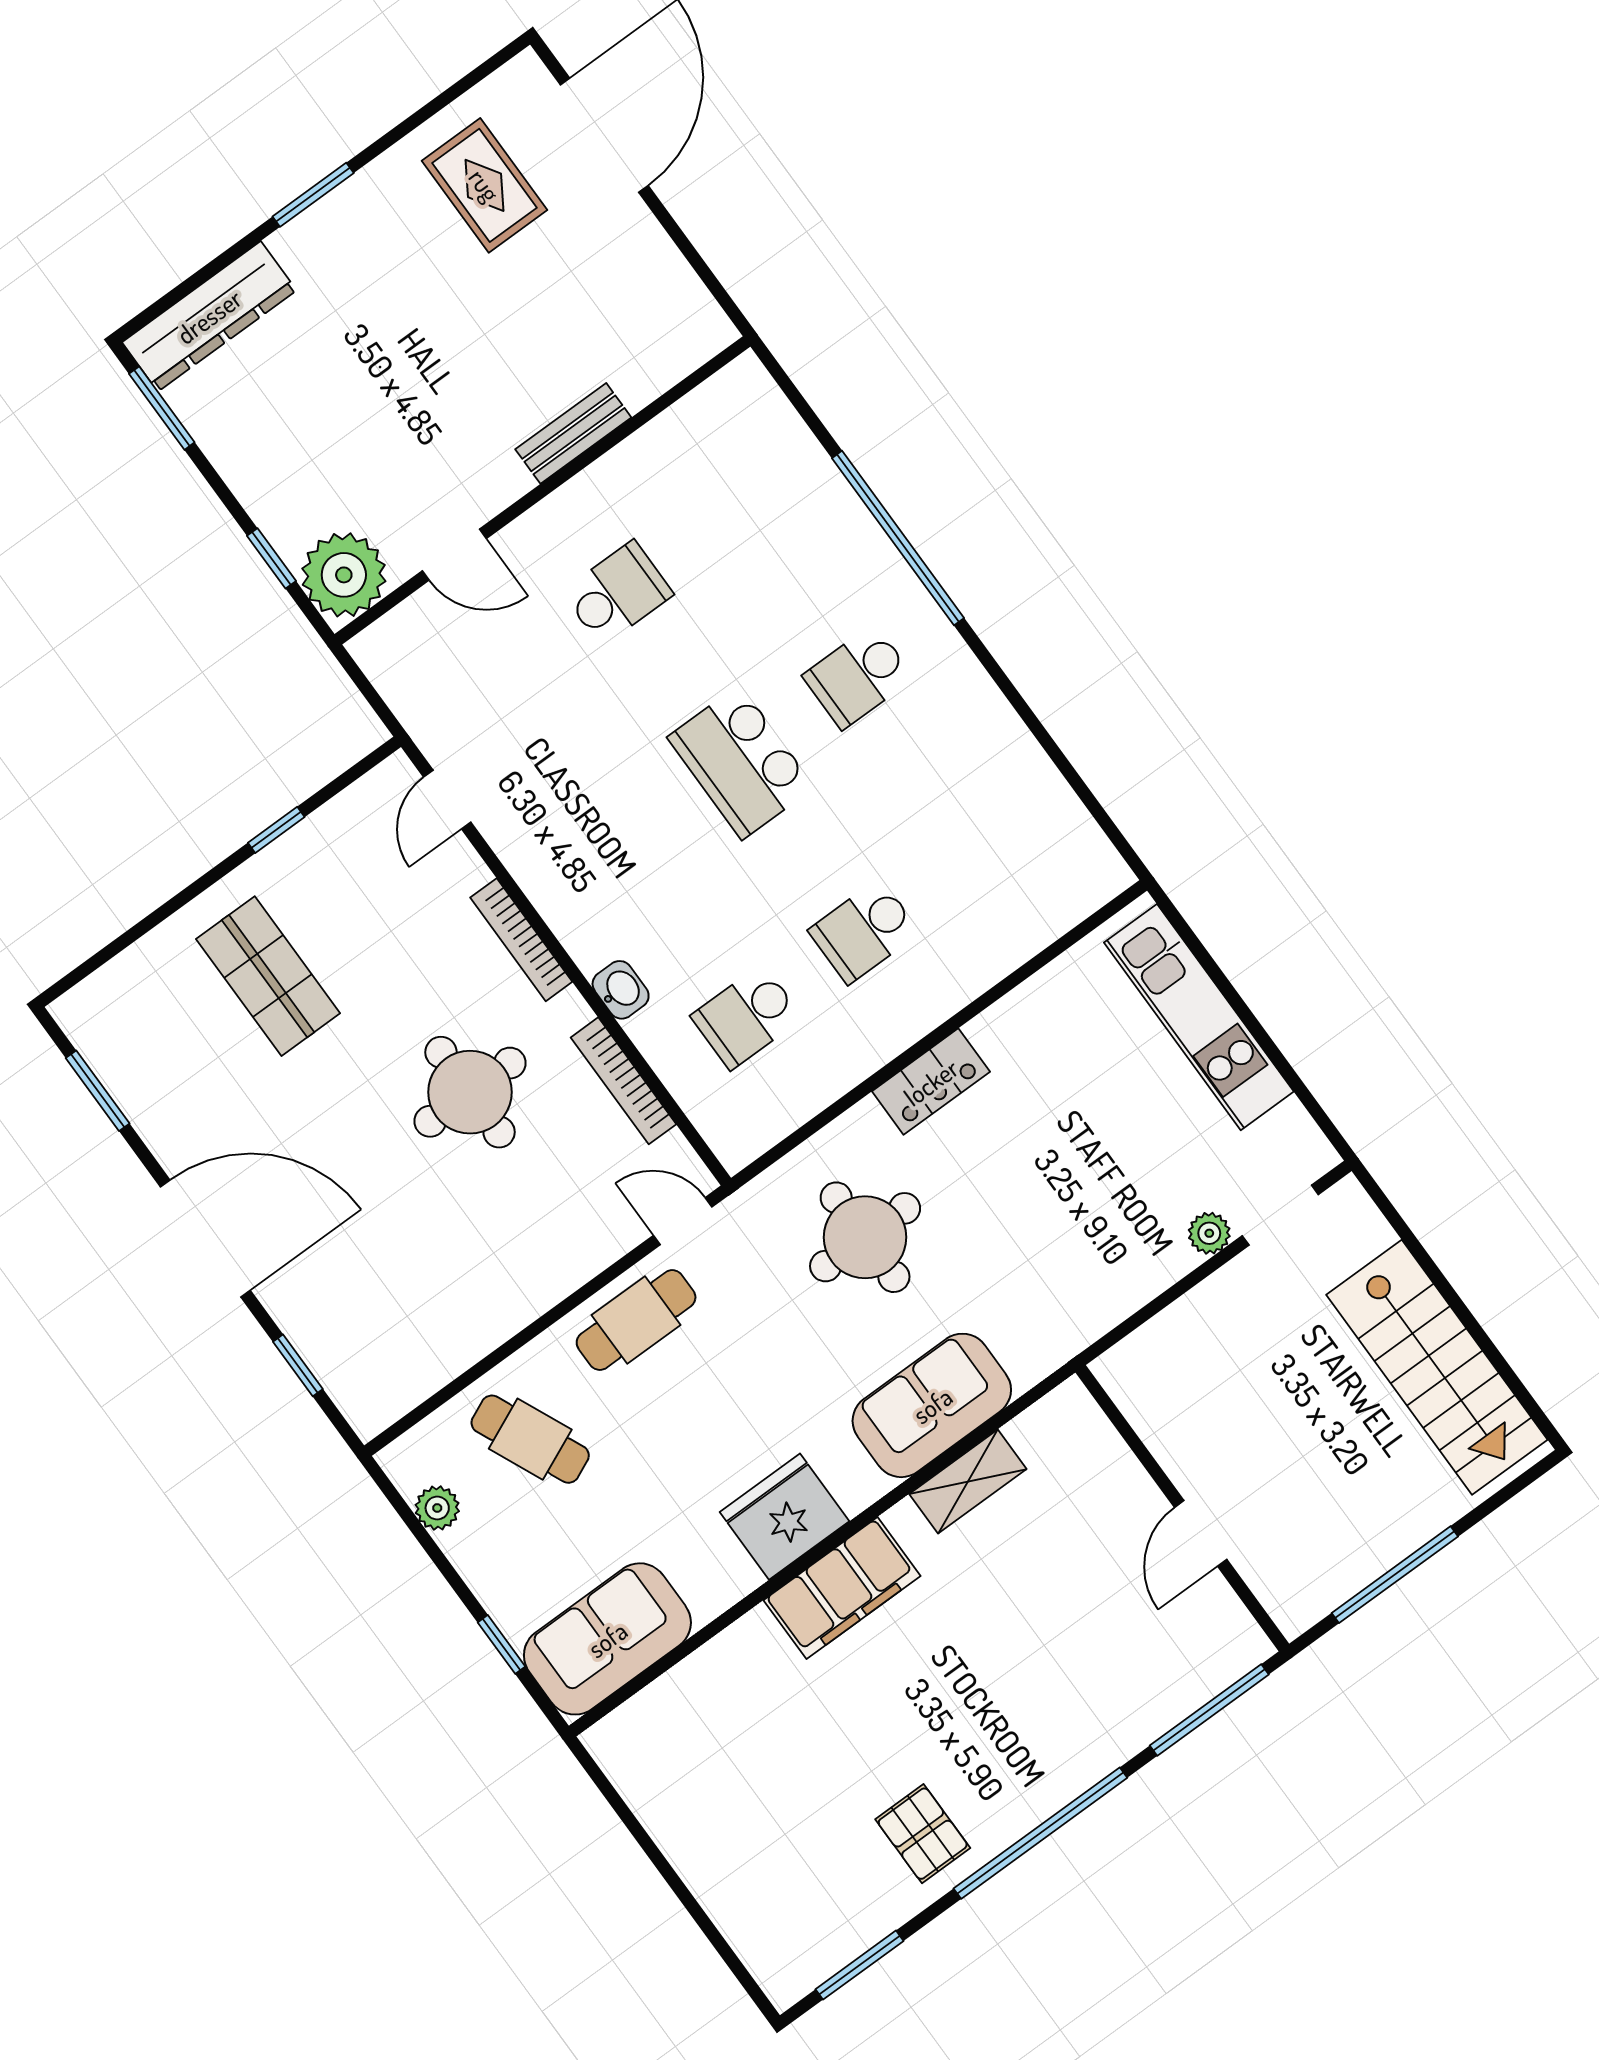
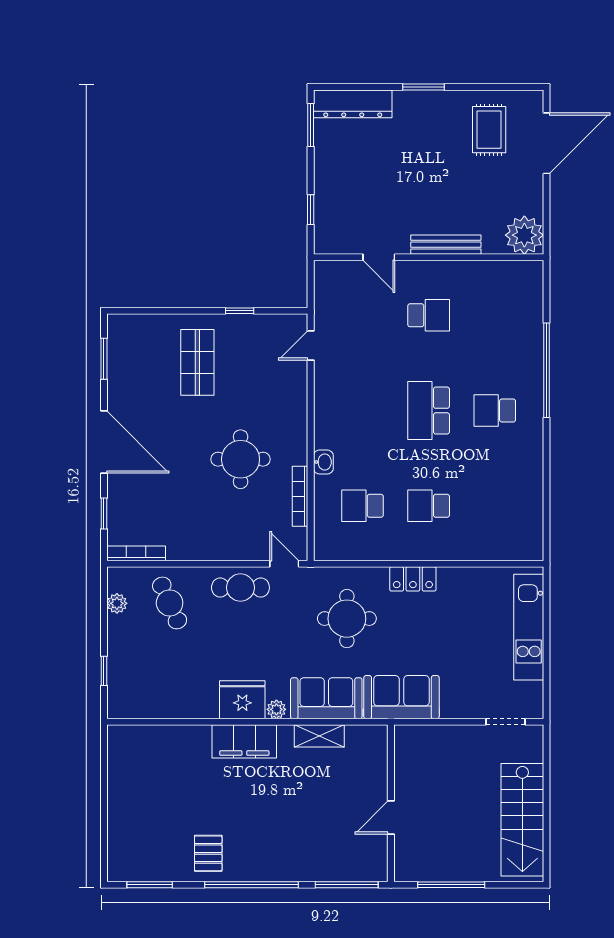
bench: (573, 433) -> (446, 245), width x1.36
plant: (344, 575) -> (524, 235), moved
bookcase: (521, 940) -> (136, 553), moved, turned 90
plant: (1209, 1233) -> (276, 709), moved
sofa: (607, 1639) -> (401, 697), moved

